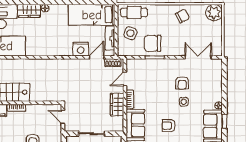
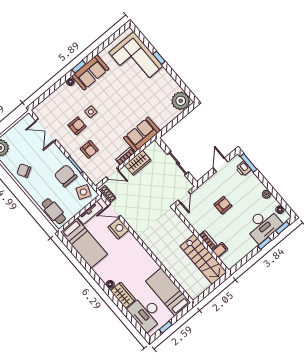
side table: (130, 33) -> (83, 192), moved
chair: (153, 43) -> (66, 176), turned 180
armchair: (169, 126) -> (89, 149), moved

